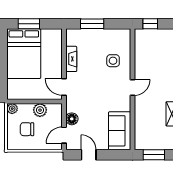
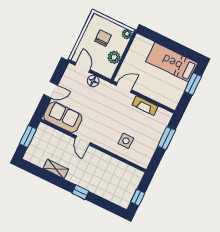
window: (150, 24) -> (138, 197), moved
bed: (24, 54) -> (172, 62), width x0.67
door: (133, 87) -> (83, 141), moved
door: (89, 155) -> (51, 90), moved

